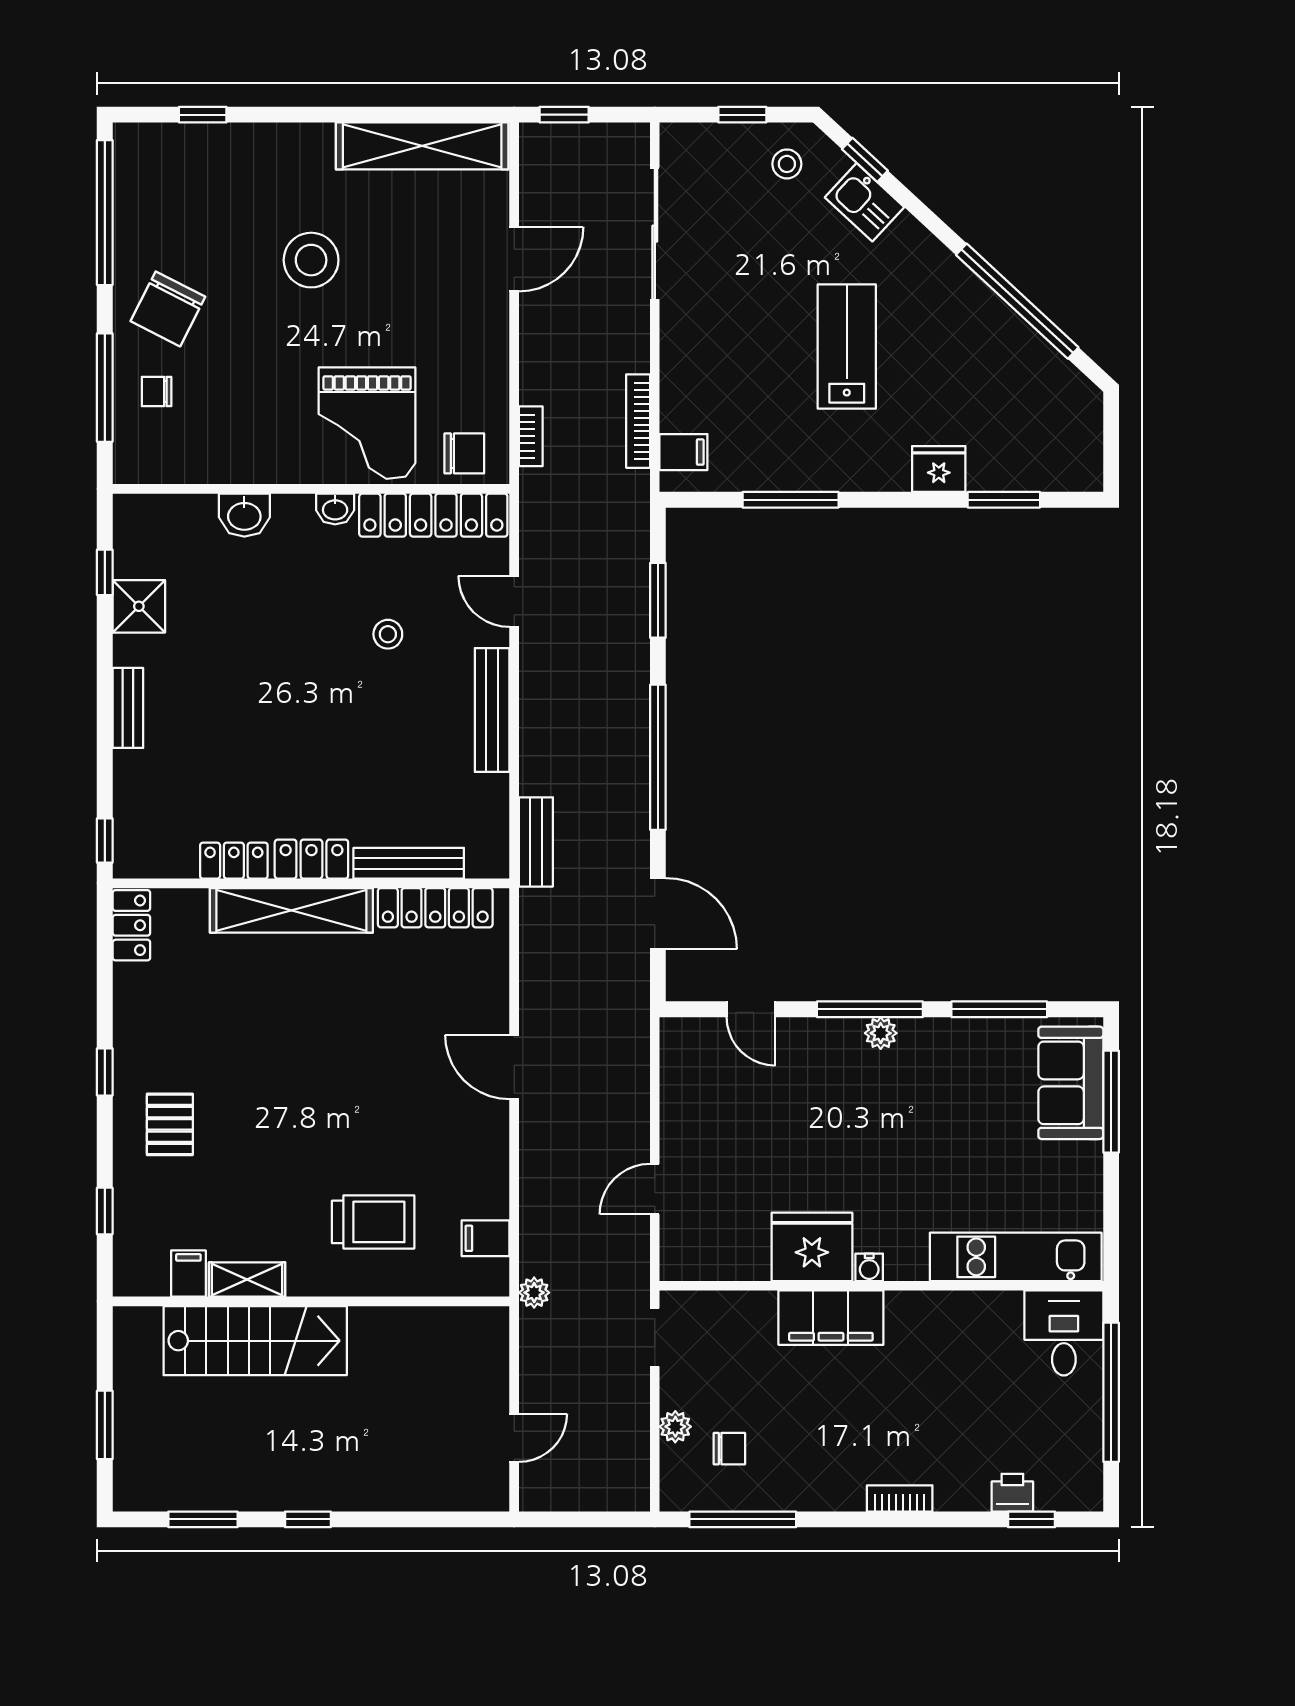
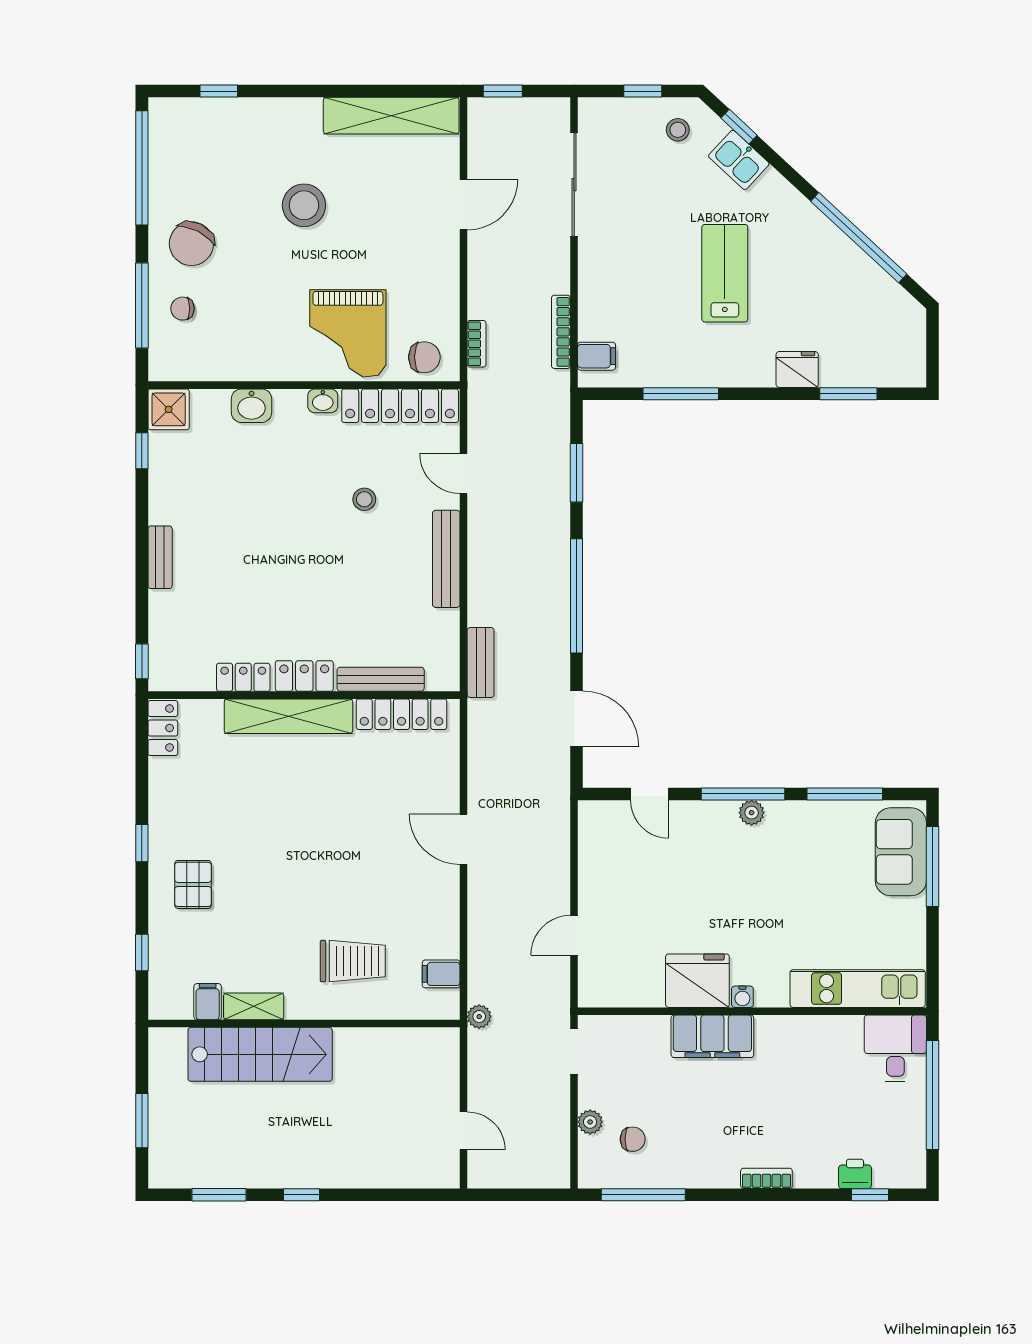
shower: (139, 606) -> (169, 409), moved
door: (514, 1438) -> (464, 1131), hinge flipped

